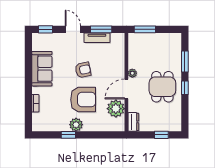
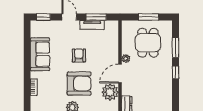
window: (145, 29) -> (149, 17), moved
armchair: (83, 70) -> (79, 55), turned -78
dining table: (162, 87) -> (148, 43), moved

